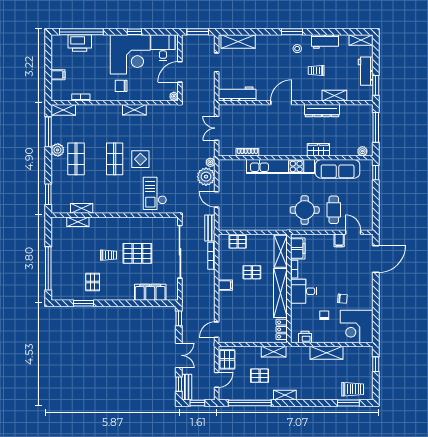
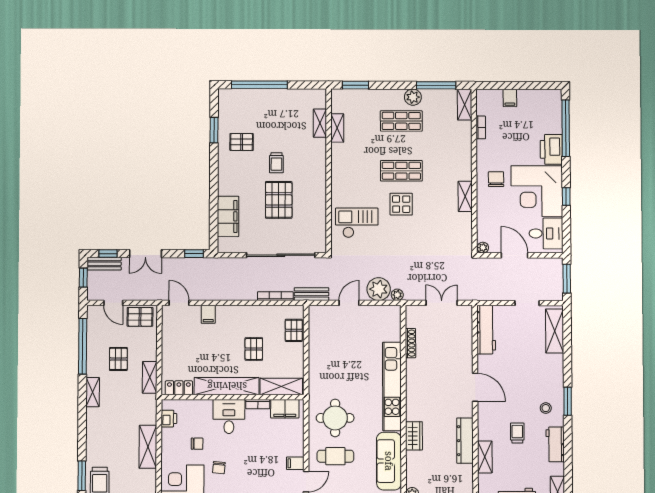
printer: (80, 43) -> (551, 149), moved
filing cabinet: (225, 285) -> (208, 314), moved

